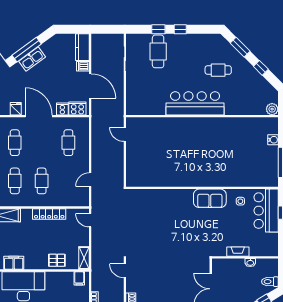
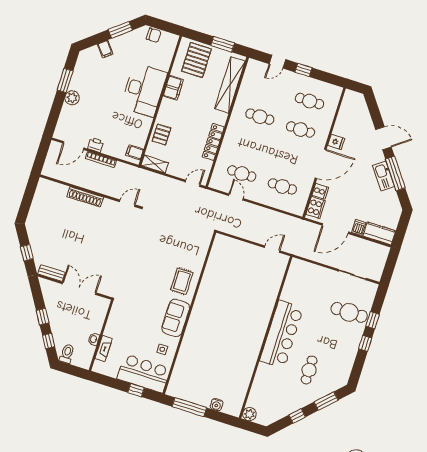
cafe table: (42, 181) -> (242, 174), moved
rug: (177, 203) -> (182, 281), added
fireplace: (238, 252) -> (104, 349), moved

